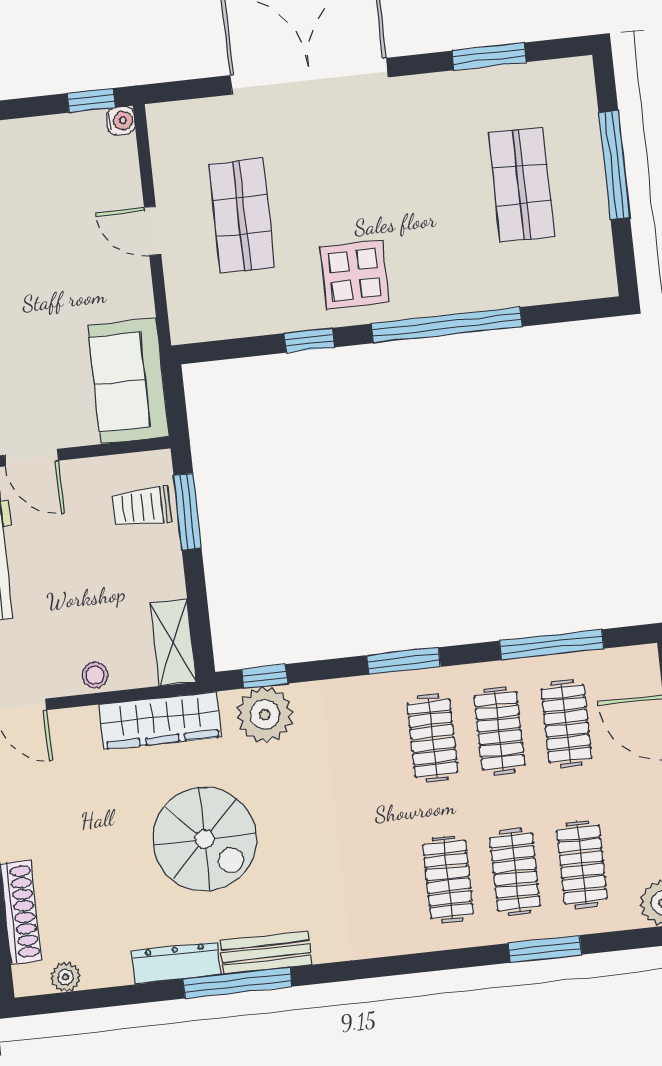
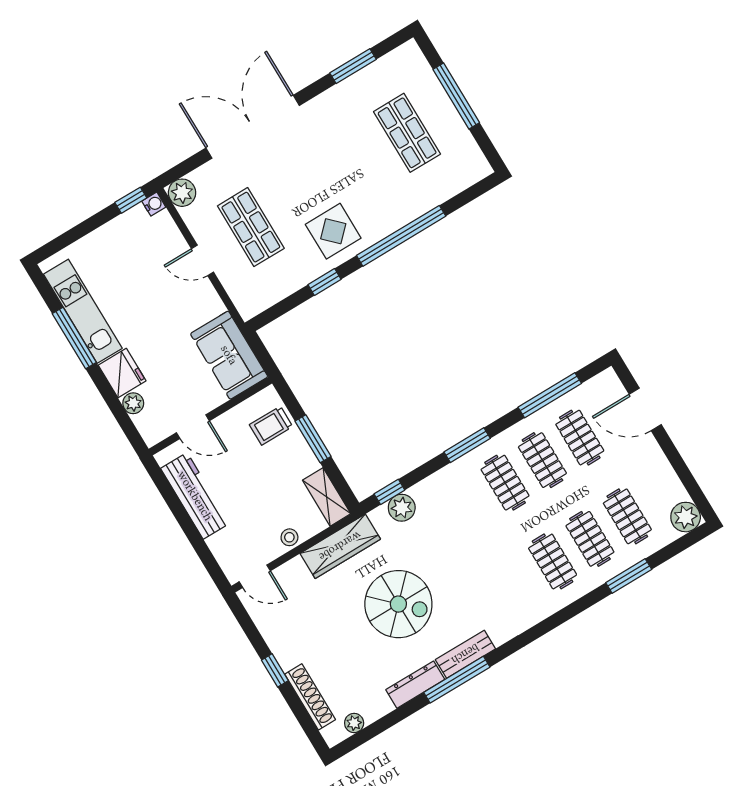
plant: (168, 123) -> (182, 193), added
window: (187, 512) -> (313, 439), moved
plant: (265, 715) -> (402, 508), width x0.73, depth x0.73

